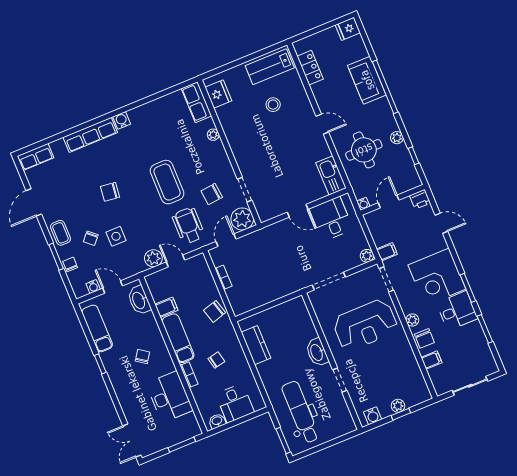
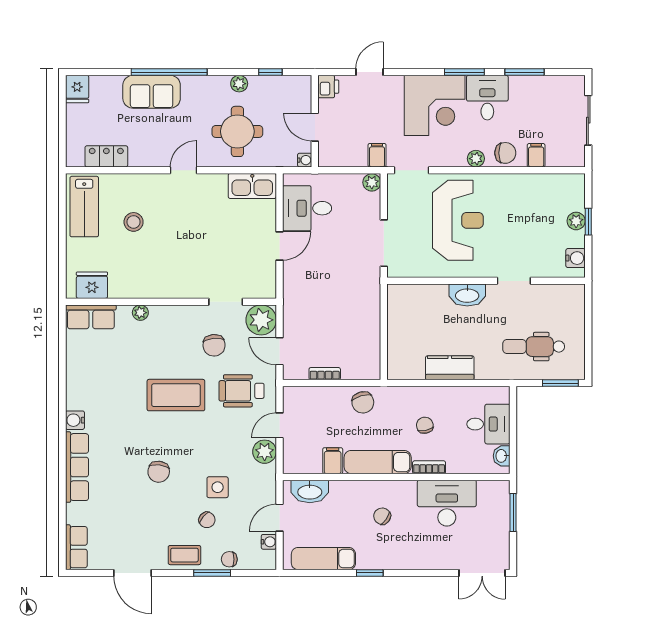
kitchen counter: (256, 345) -> (450, 368), moved
dental chair: (301, 412) -> (534, 347), width x0.73, depth x0.72

